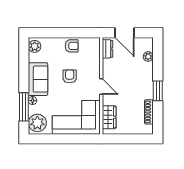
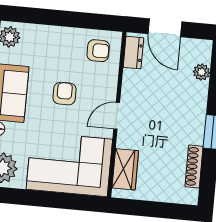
armchair: (72, 46) -> (98, 51), moved
door: (101, 87) -> (117, 116), swing flipped

